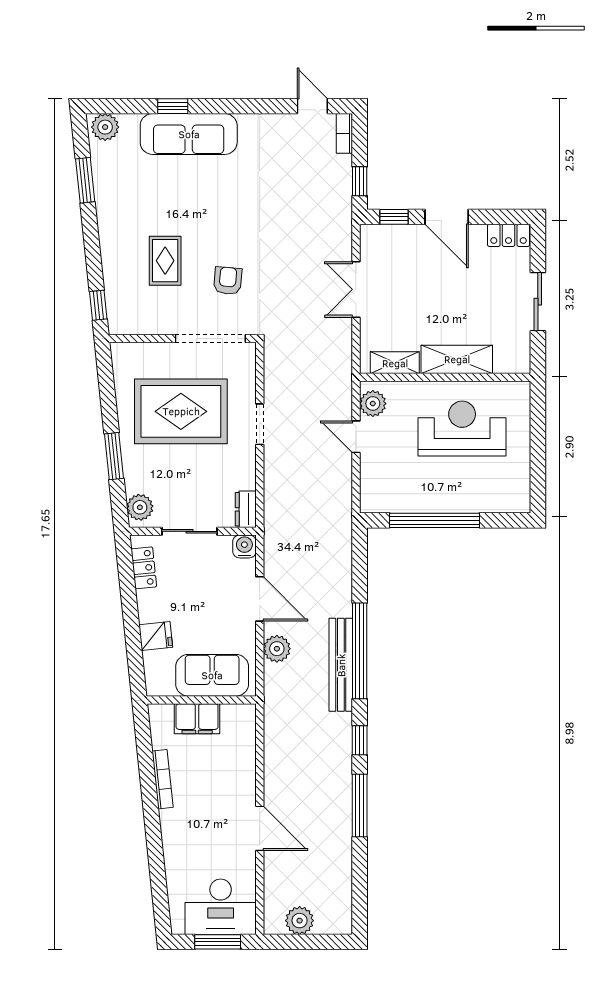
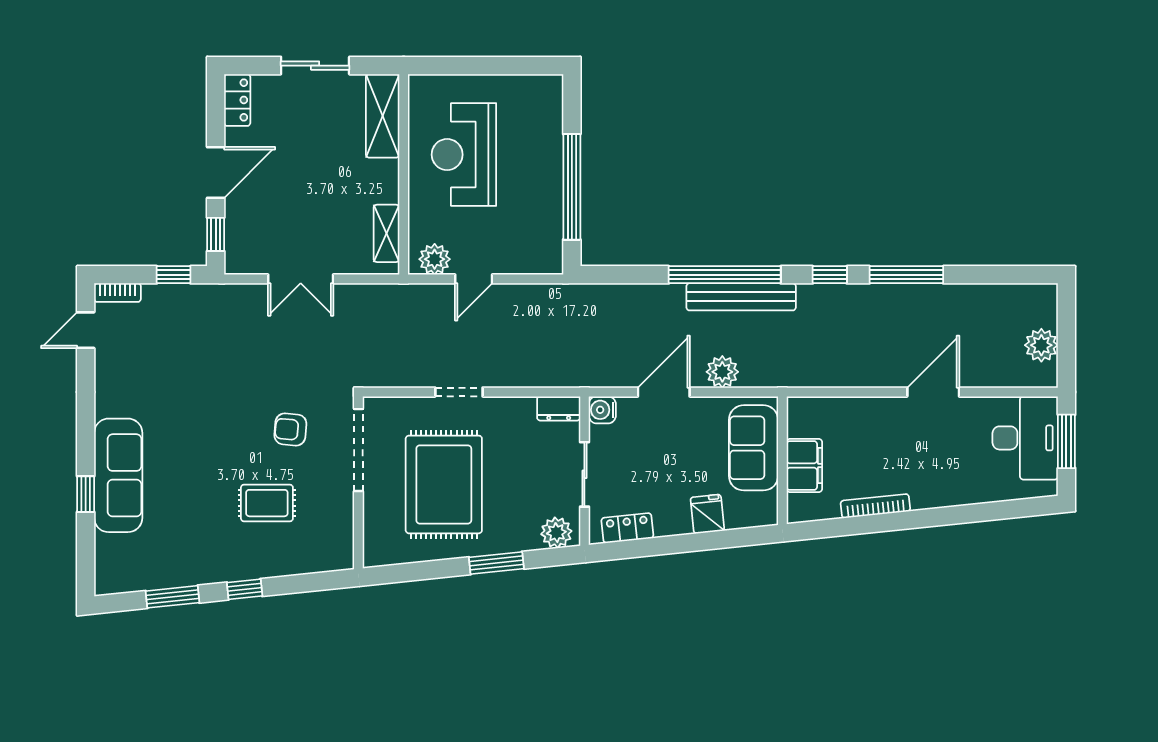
plant: (105, 127) -> (110, 573), removed
window: (98, 305) -> (245, 589), moved
shelving: (457, 359) -> (383, 116), moved

